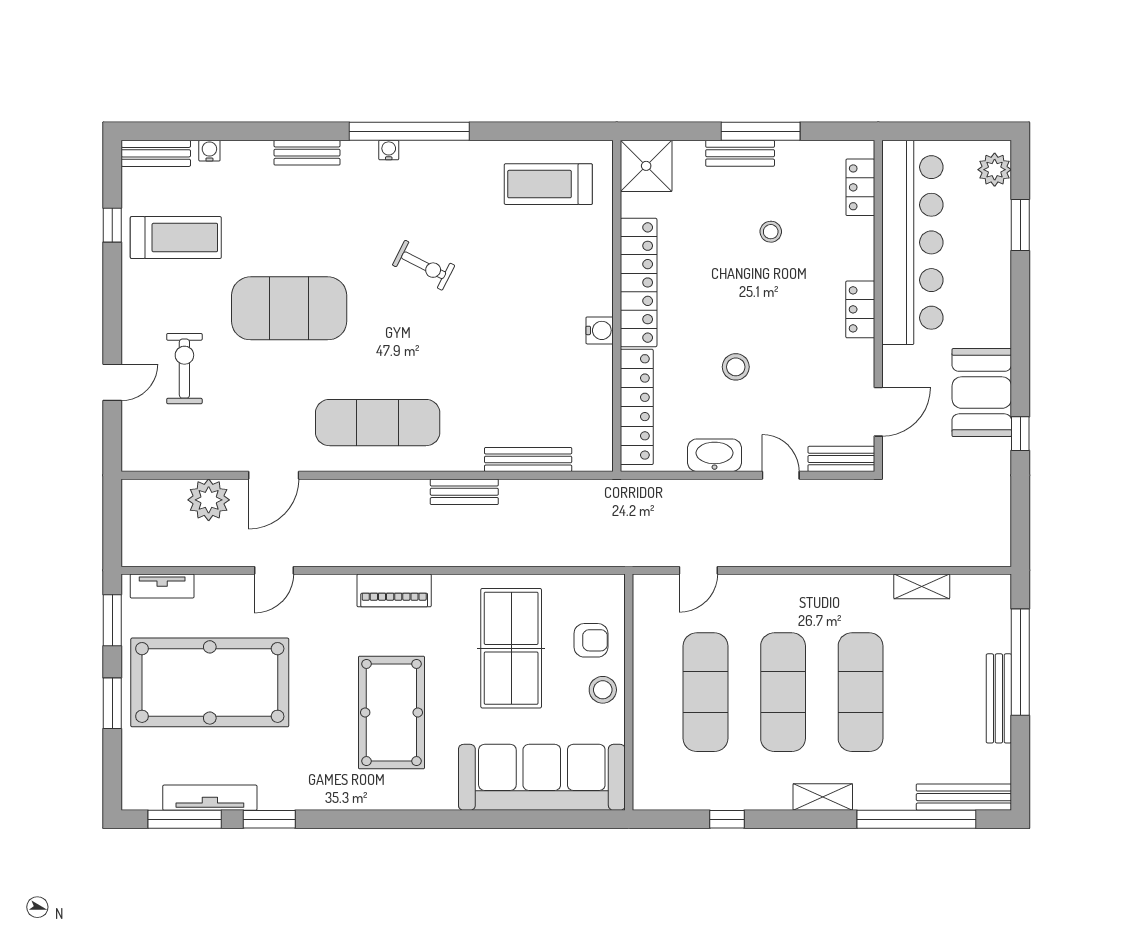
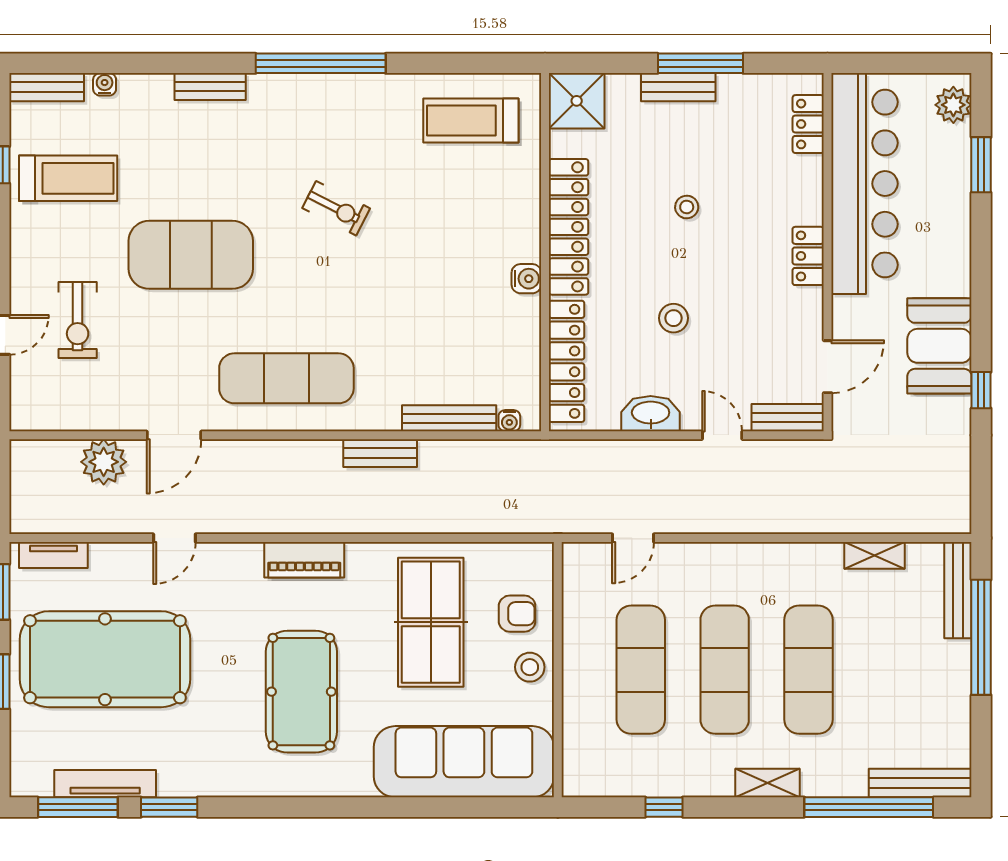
water cooler: (389, 150) -> (509, 421), moved, turned 180
stool: (771, 232) -> (687, 207), moved
exercise bike: (184, 369) -> (78, 320), turned 180
bench: (999, 698) -> (958, 590), moved

